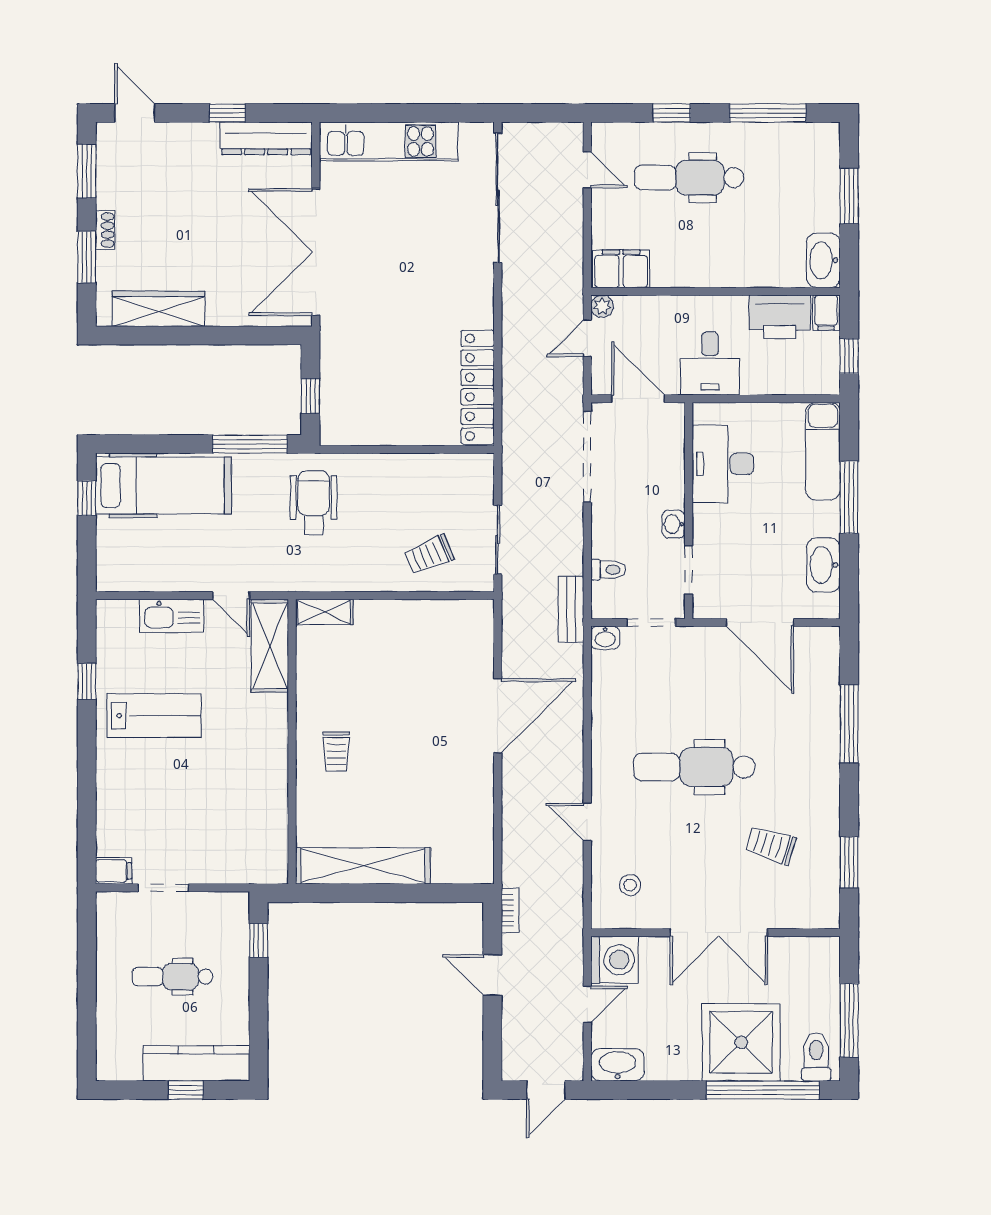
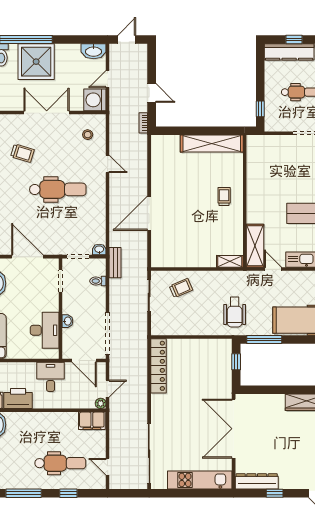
double door: (316, 252) -> (234, 429), swing flipped
washbasin: (674, 524) -> (67, 321), moved

